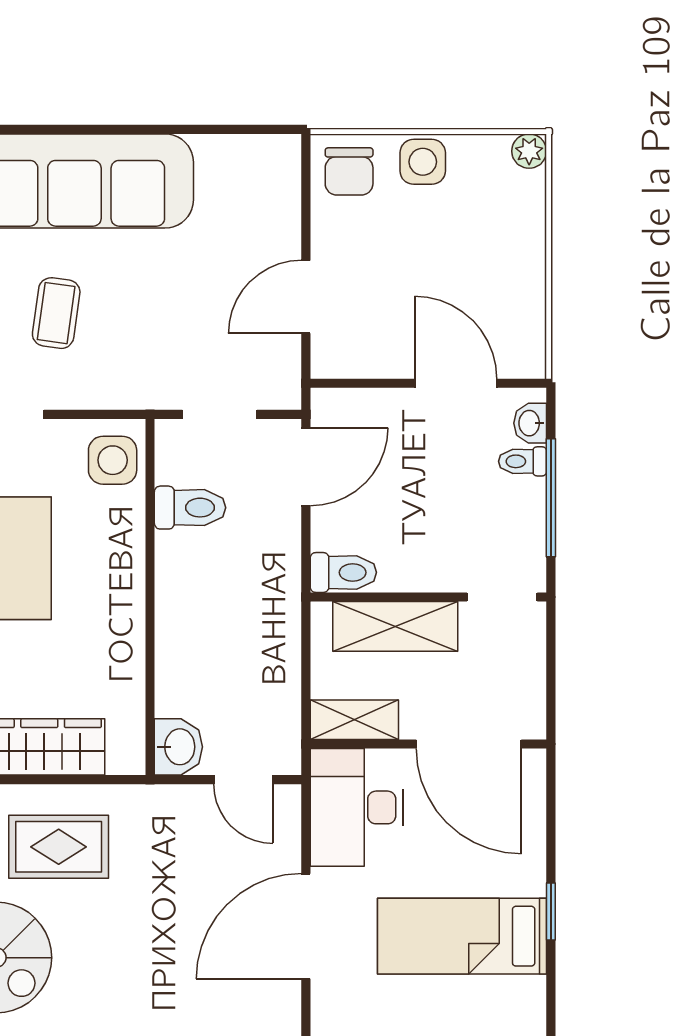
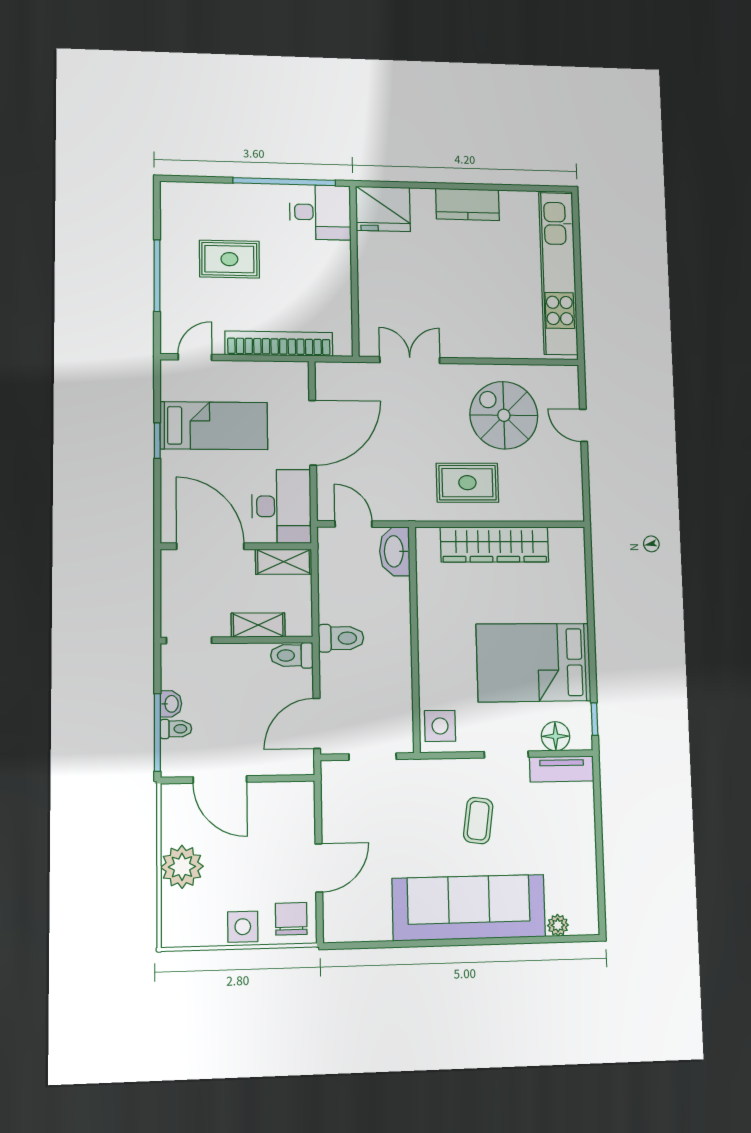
plant: (529, 151) -> (182, 867), moved, width x1.87, depth x1.87
door: (306, 297) -> (319, 868), moved
washbasin: (530, 423) -> (171, 704), moved
window: (551, 498) -> (157, 732), moved
toilet: (190, 508) -> (341, 638), moved, turned 180
shelving: (395, 626) -> (258, 625), width x0.67, depth x0.75
washbasin: (178, 747) -> (395, 551), width x1.38

